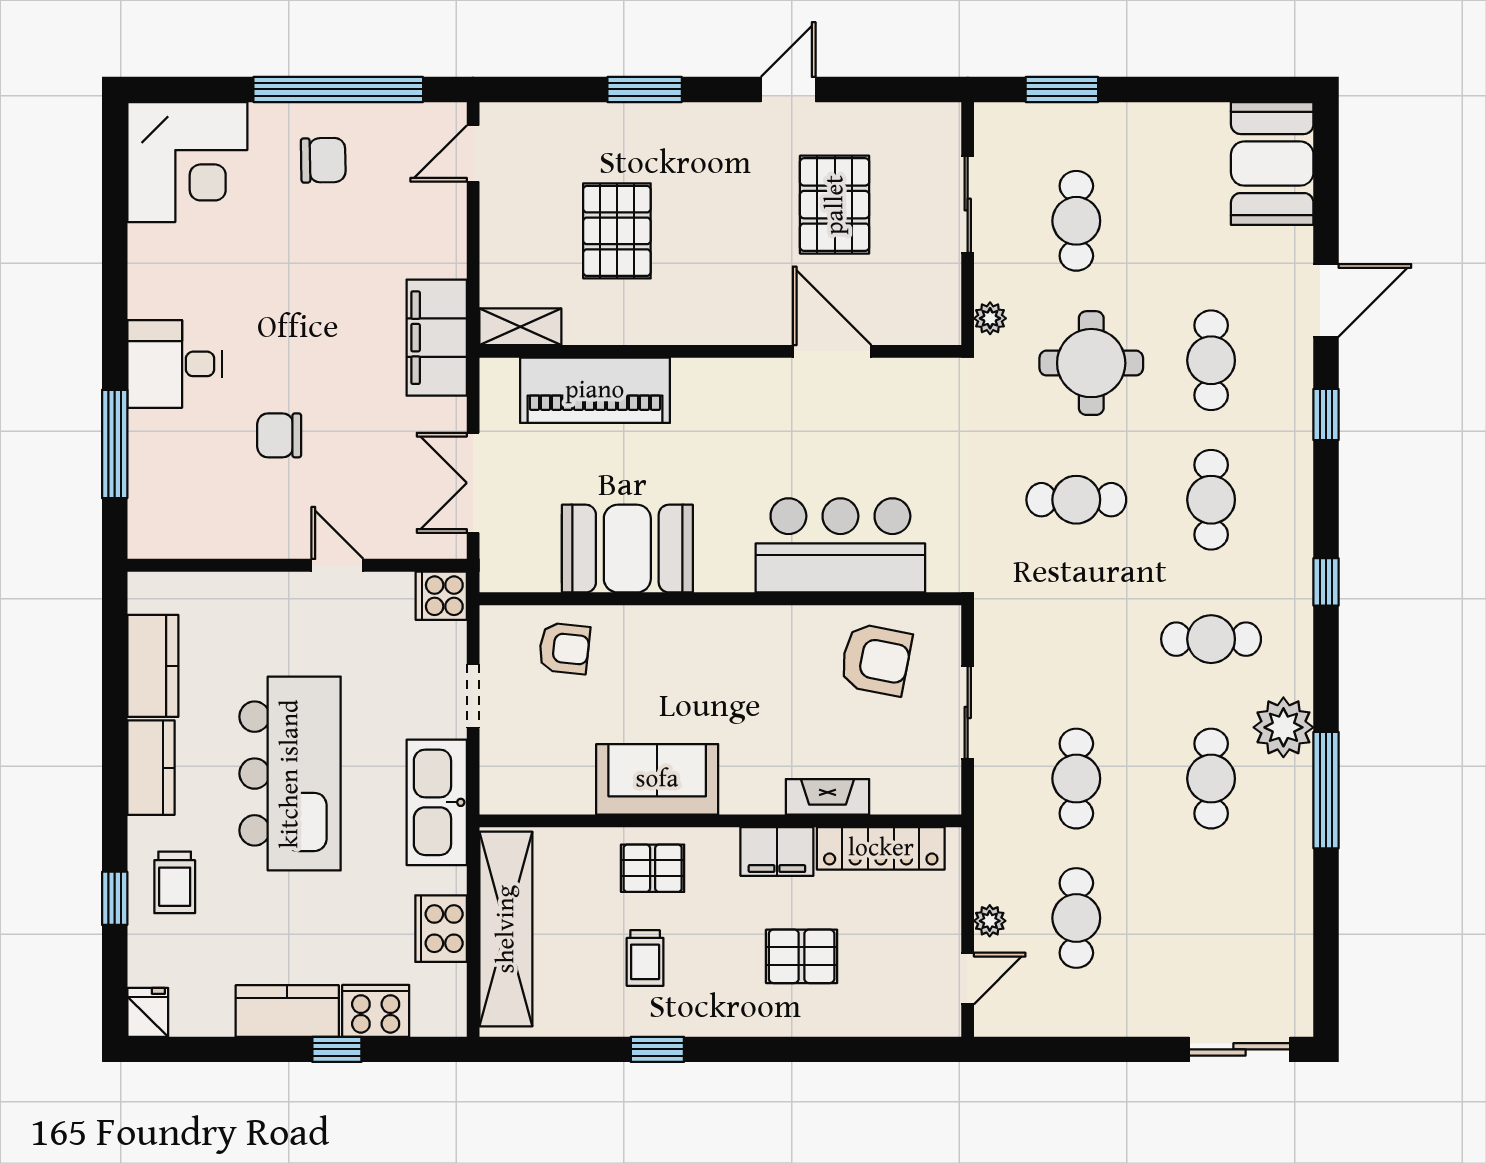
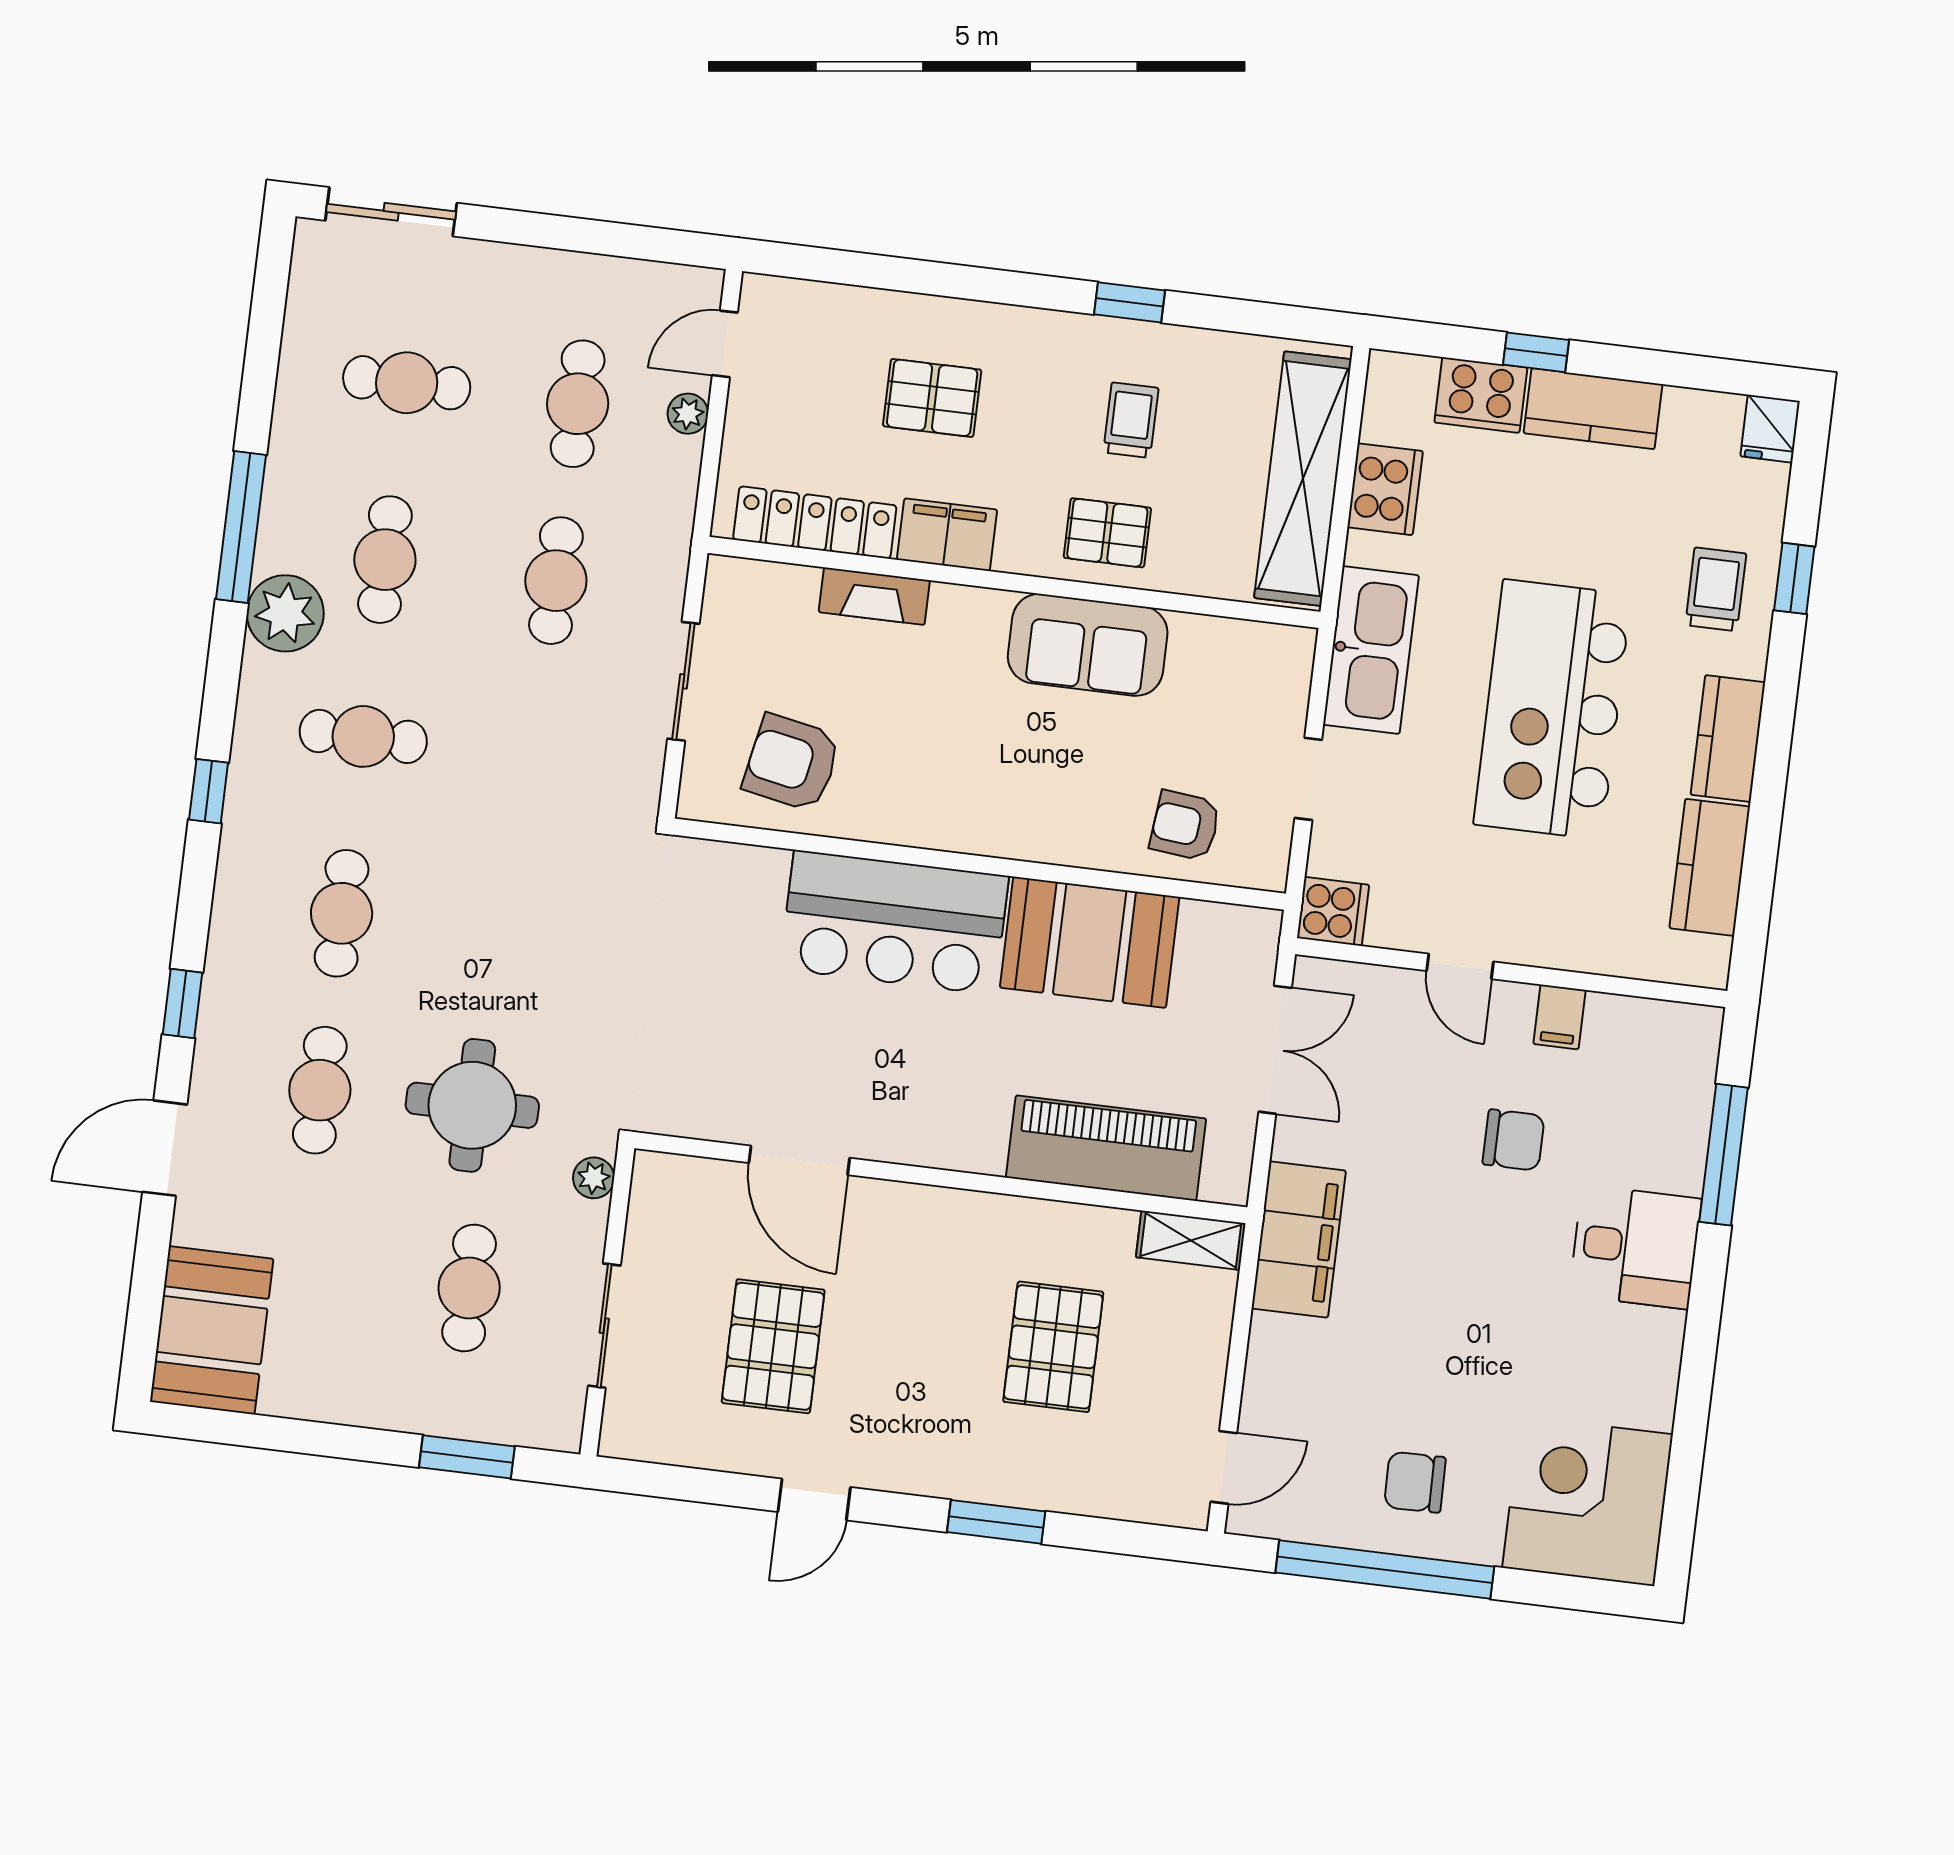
cafe table: (1076, 500) -> (407, 383), moved
filing cabinet: (255, 535) -> (1560, 1017), added
bar counter: (840, 545) -> (894, 922), moved

